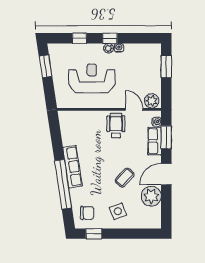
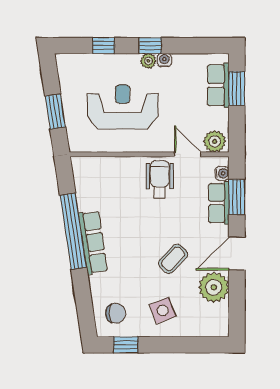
row of seats: (154, 64) -> (218, 85), added
window: (45, 66) -> (55, 112), moved
window: (63, 184) -> (73, 231), moved

